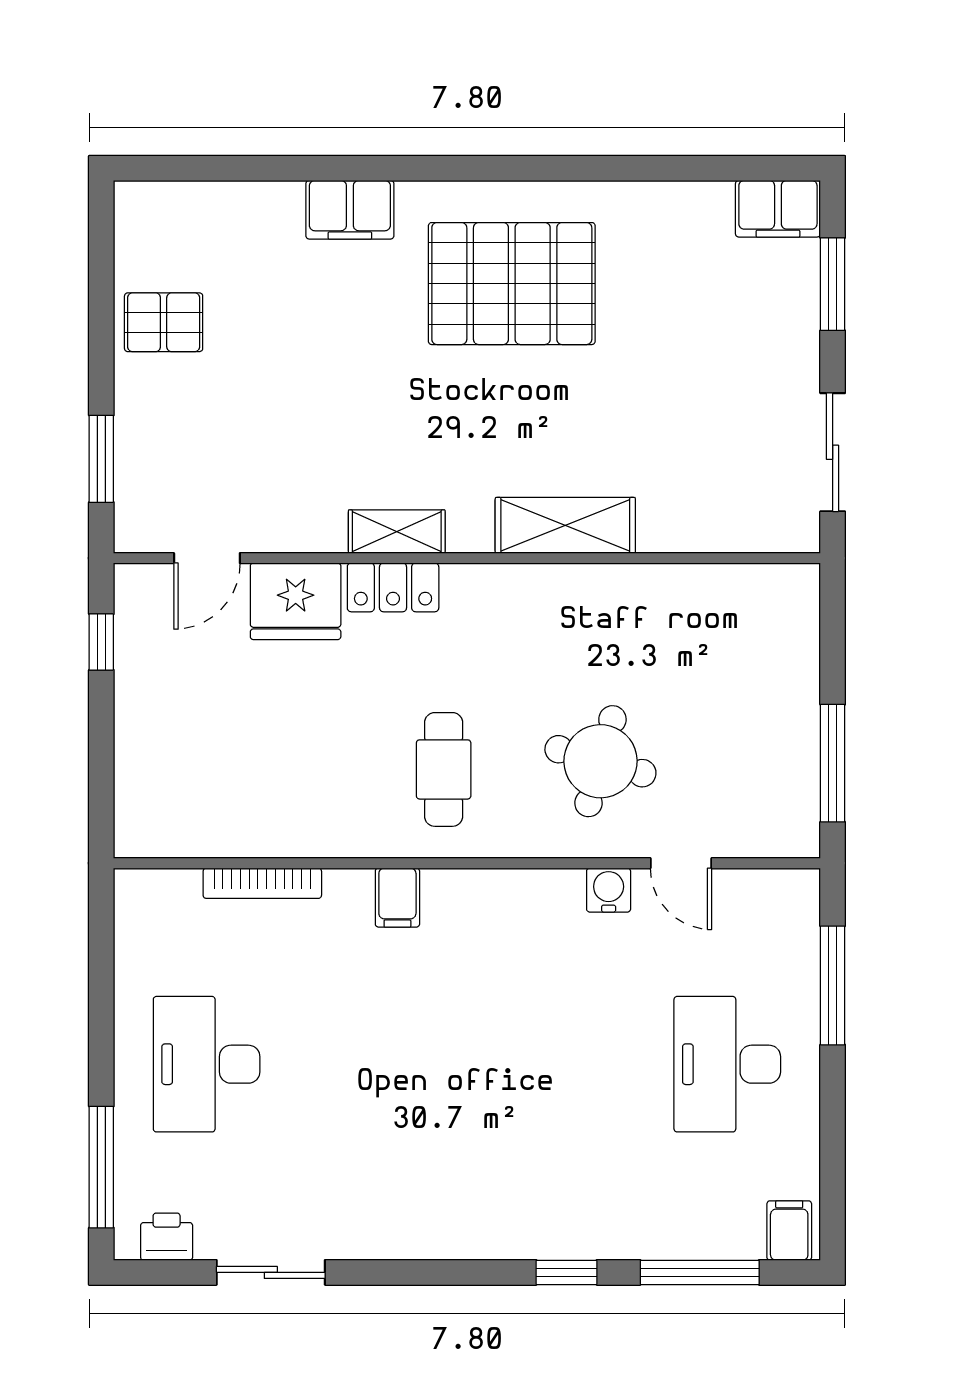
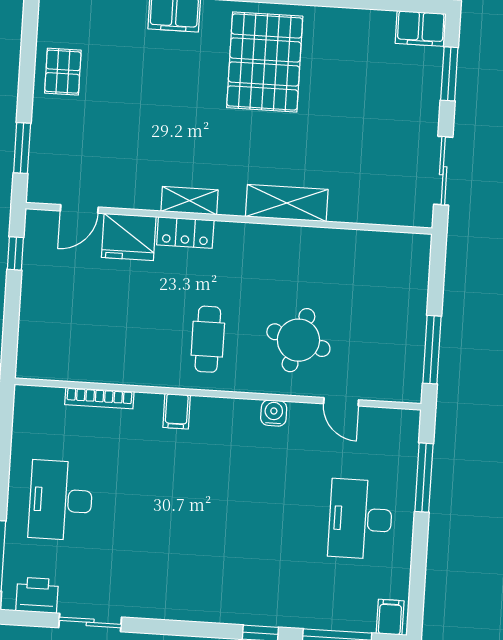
pallet: (512, 284) -> (265, 62), turned 90
pallet: (164, 322) -> (63, 72), turned 90
water cooler: (609, 890) -> (274, 413), moved
printer: (167, 1237) -> (37, 595), width x1.36, depth x1.24

